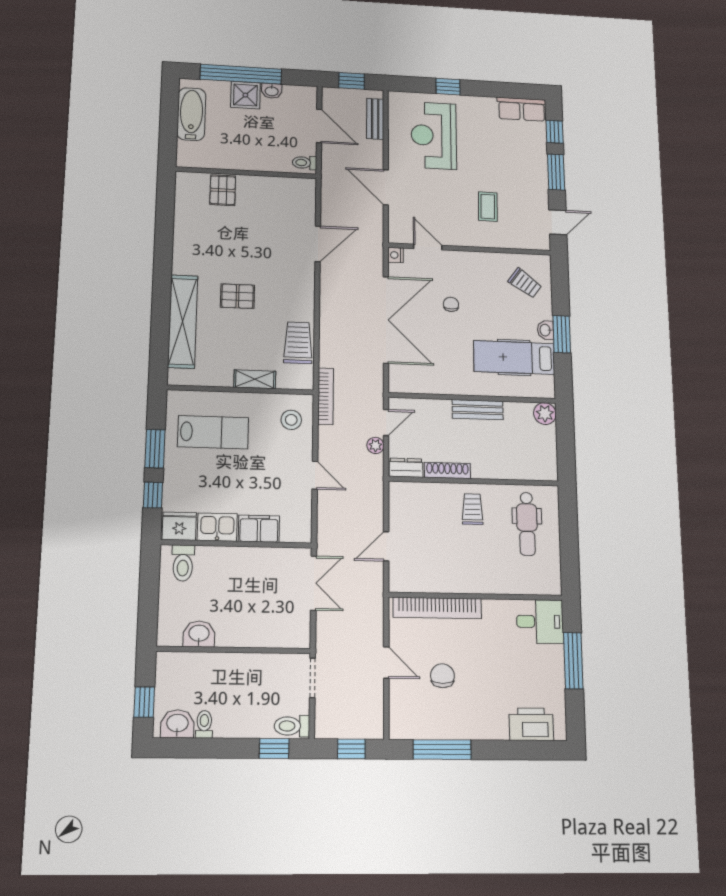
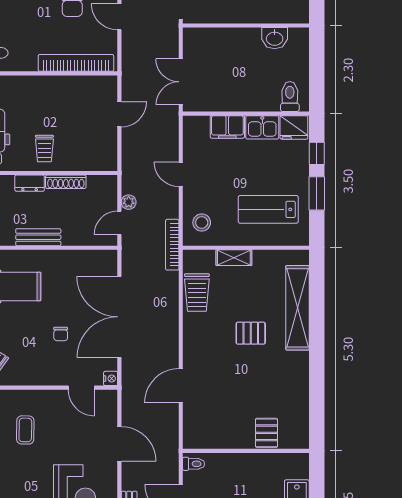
dresser: (406, 468) -> (30, 183), moved

